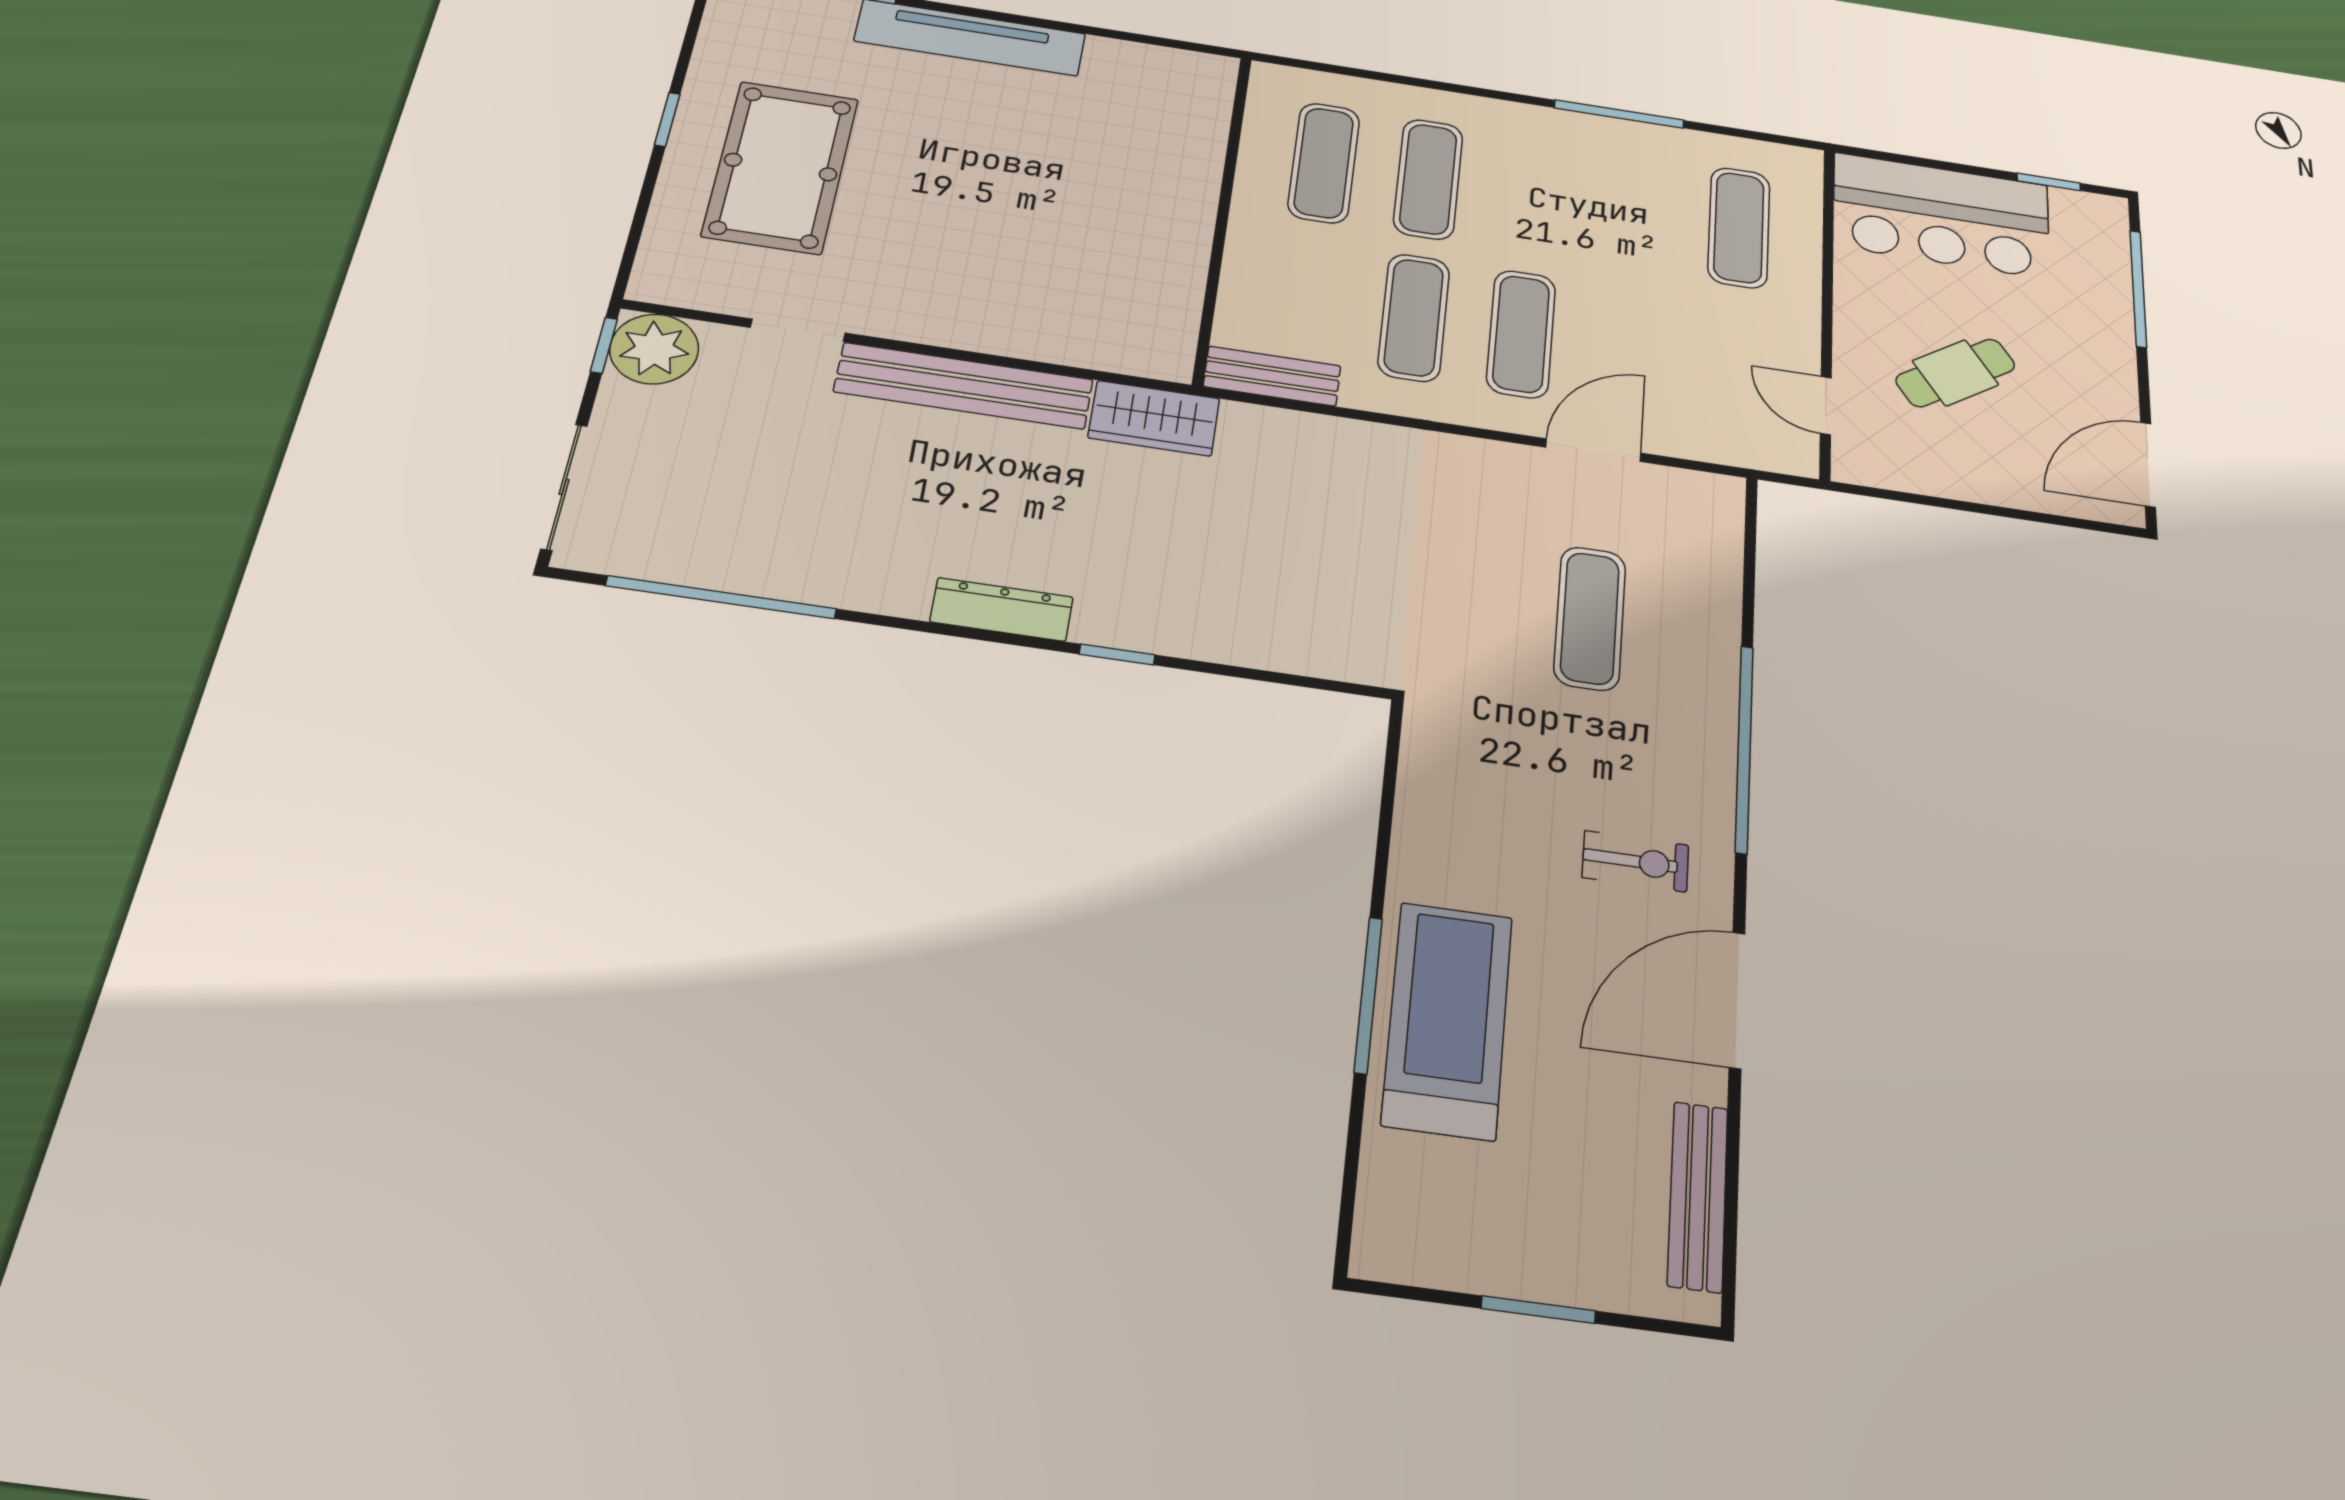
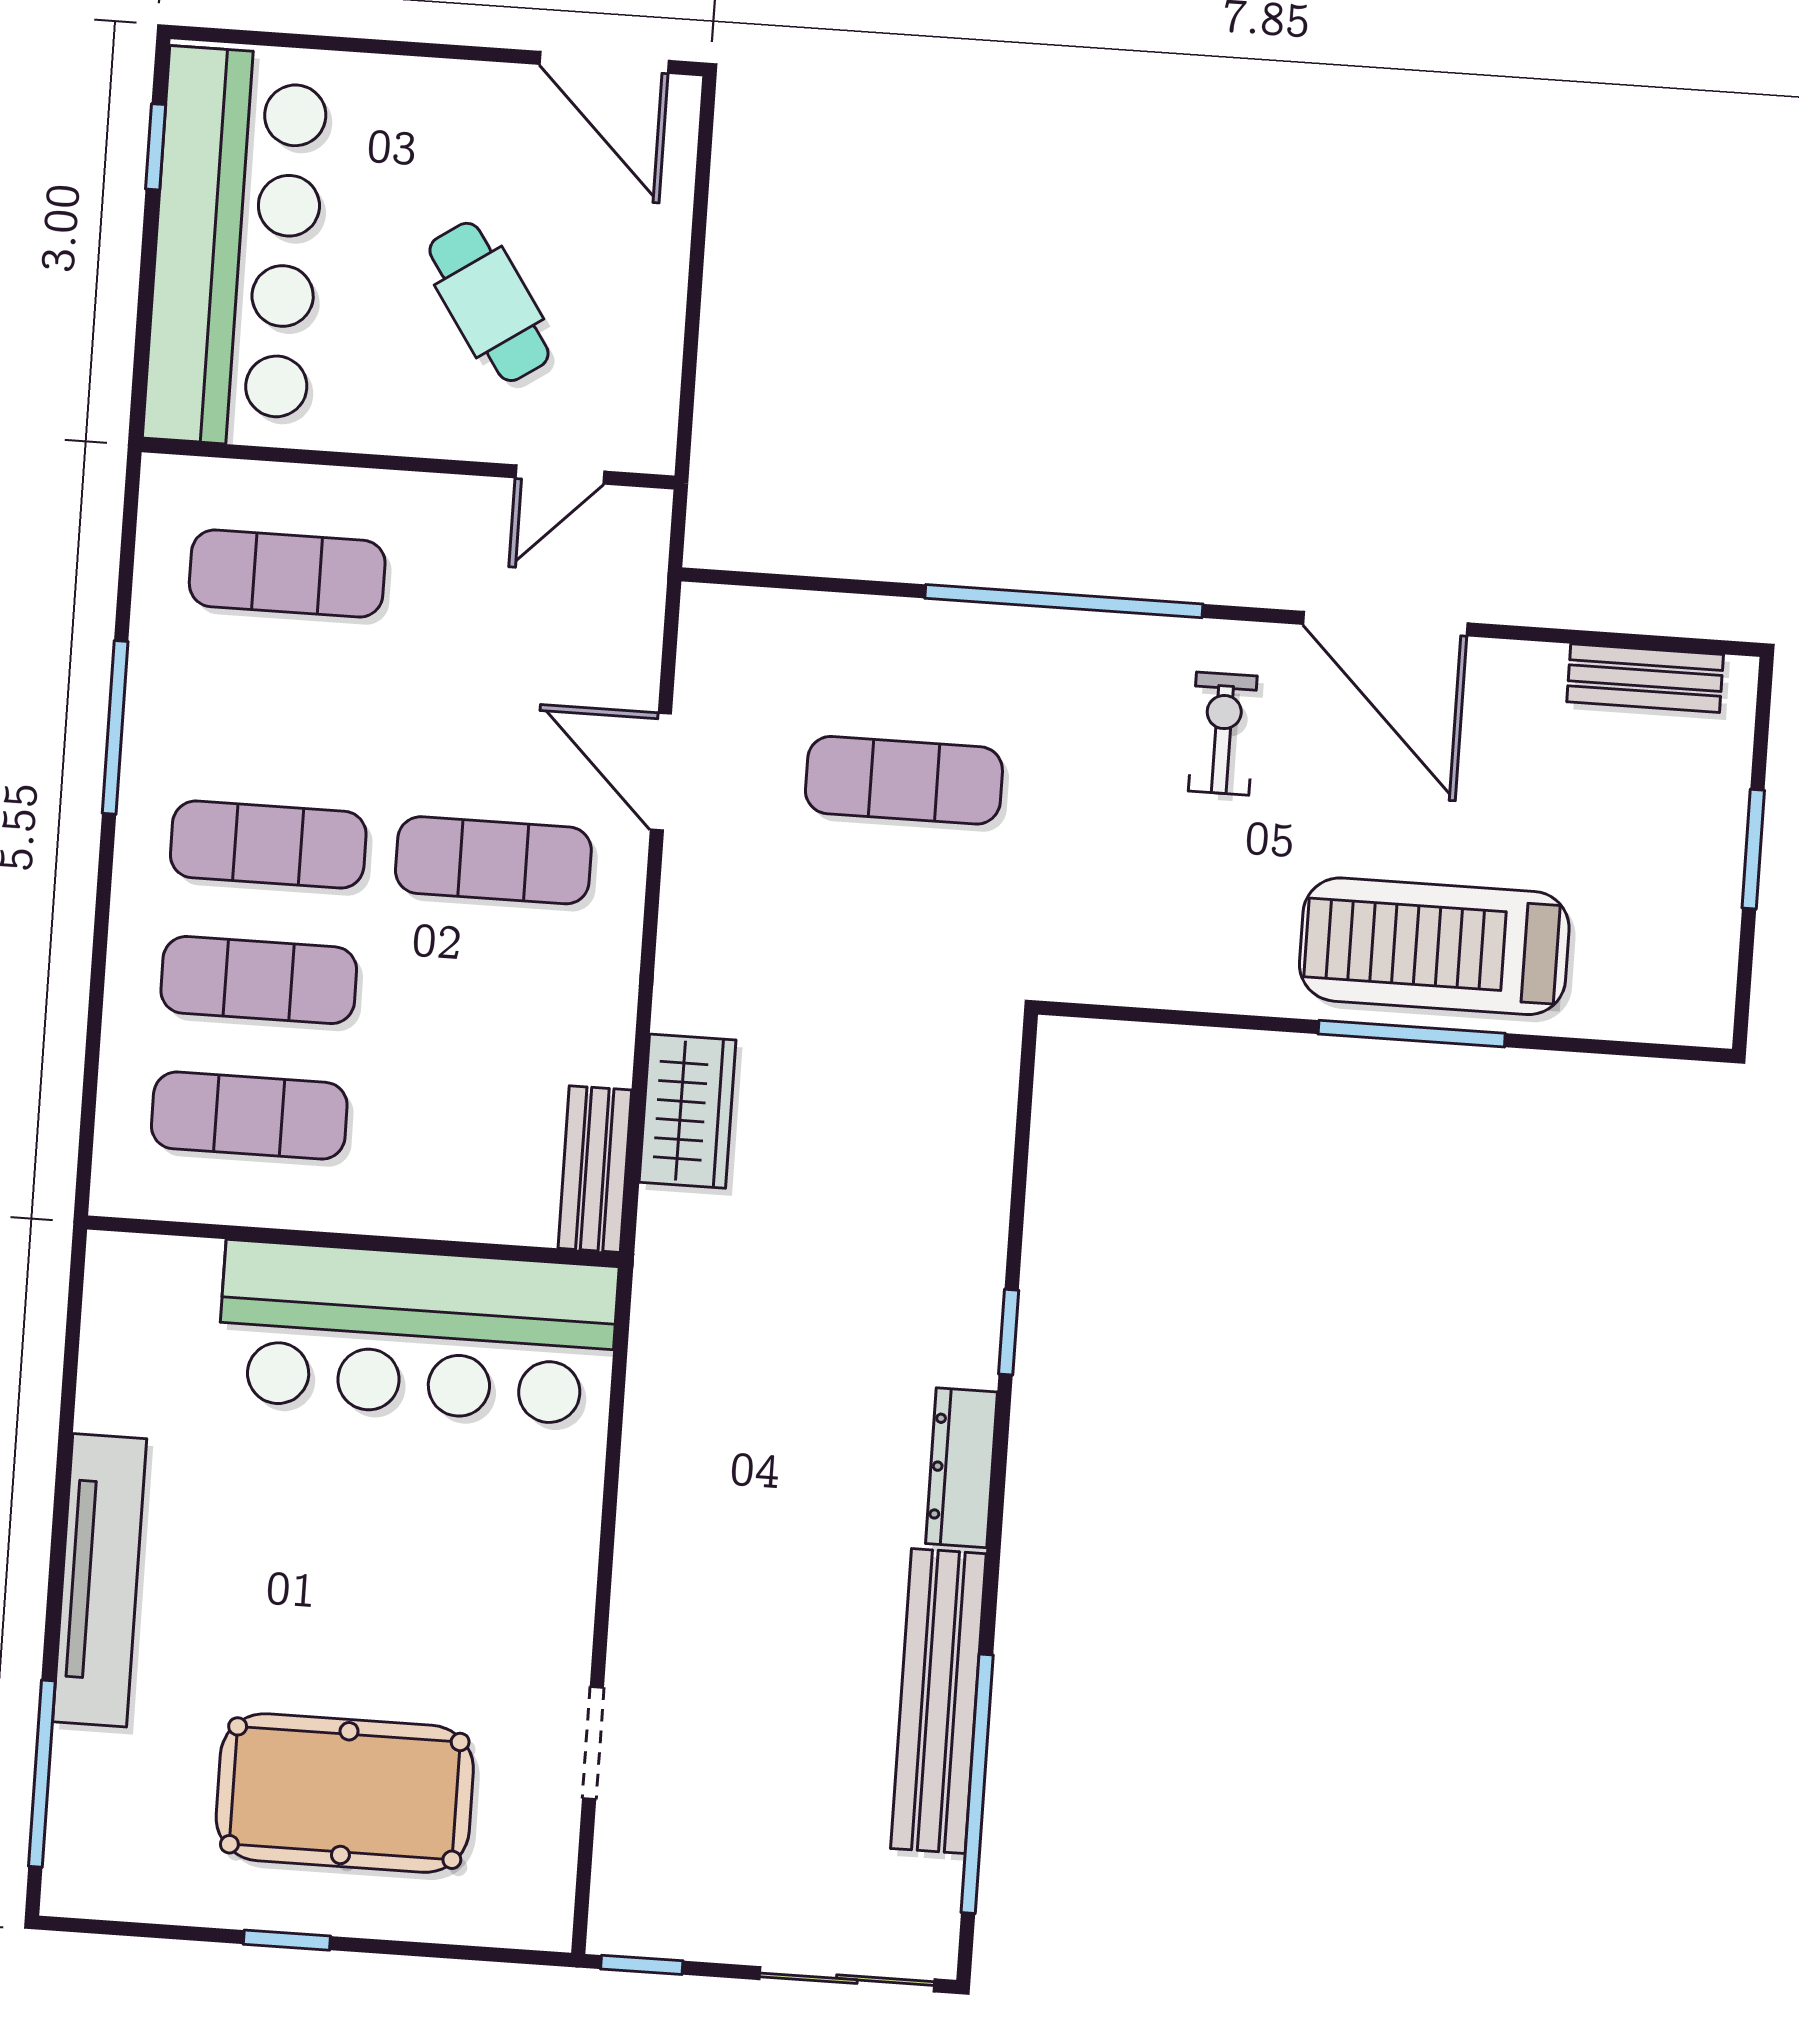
bar counter: (1941, 215) -> (236, 247), width x1.36
bar counter: (1147, 249) -> (417, 1333), added
window: (2138, 289) -> (323, 43), removed
exercise mat: (1414, 317) -> (268, 845), moved
plant: (654, 349) -> (640, 1906), removed
bench: (964, 386) -> (938, 1701), moved
wardrobe: (1154, 418) -> (688, 1111), moved
bench: (1698, 1196) -> (1645, 678), width x0.73

